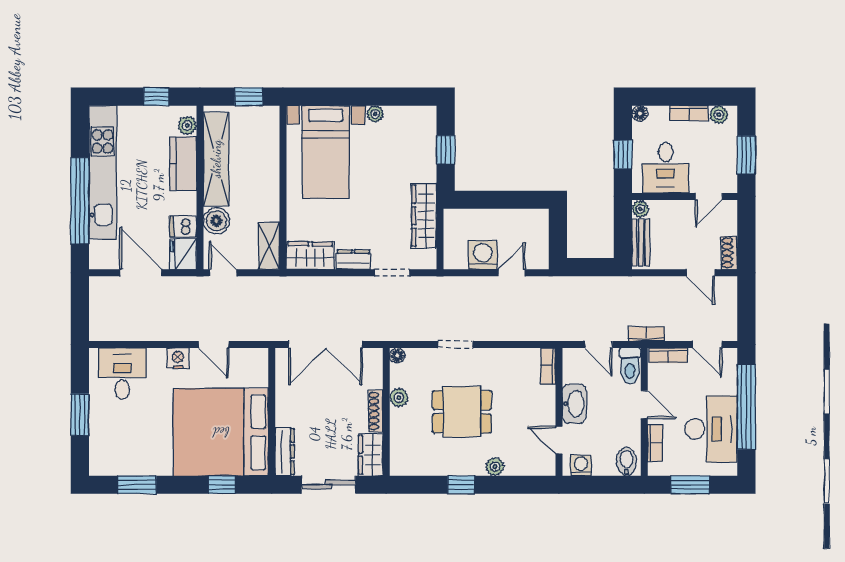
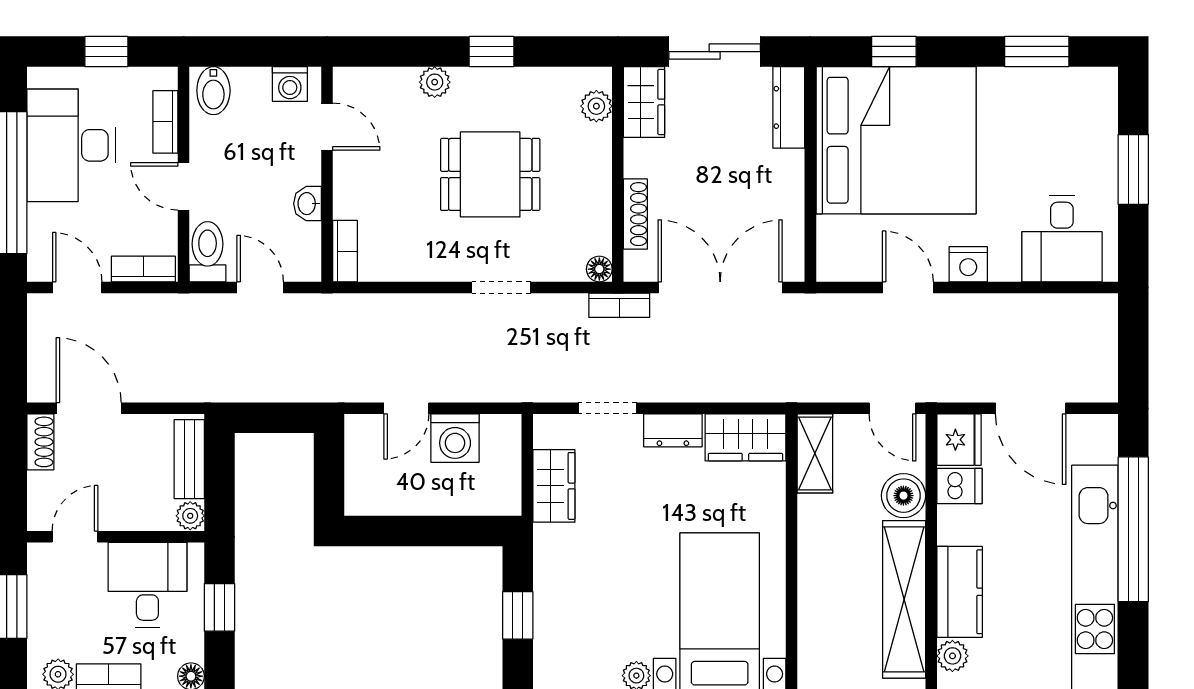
wardrobe: (424, 216) -> (554, 486), width x0.67
door: (701, 273) -> (89, 408), width x1.38
bookcase: (646, 334) -> (619, 305), moved
plant: (399, 398) -> (596, 106), moved
washbasin: (574, 404) -> (308, 204), width x0.52, depth x0.69
shoe rack: (376, 411) -> (635, 214), moved
window: (690, 485) -> (106, 52), width x0.67

